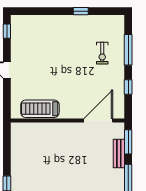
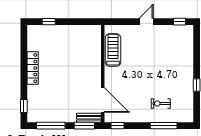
window: (128, 87) -> (118, 126), moved
bench: (119, 153) -> (89, 118), moved

